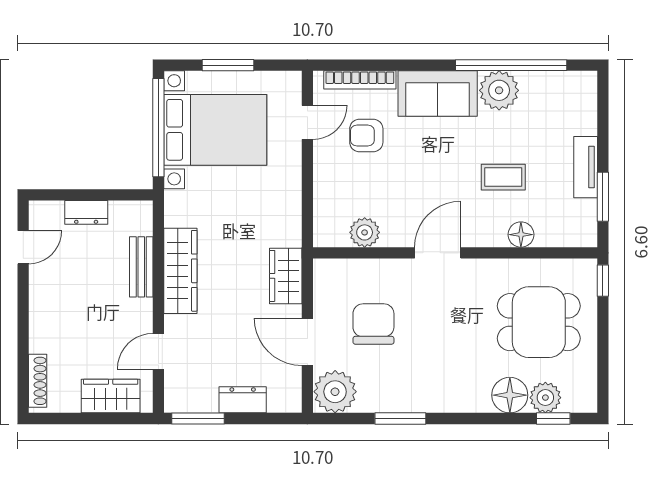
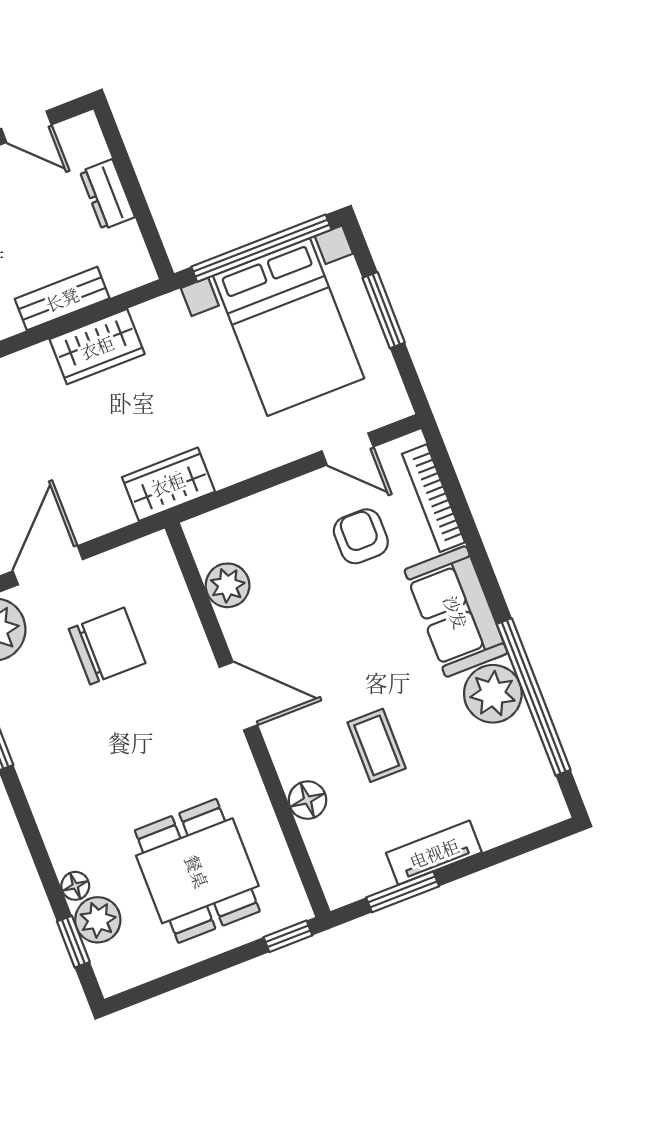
wardrobe: (180, 271) -> (97, 347), width x0.67
wardrobe: (286, 276) -> (168, 484), moved
floor lamp: (510, 395) -> (75, 886), width x0.53, depth x0.53

